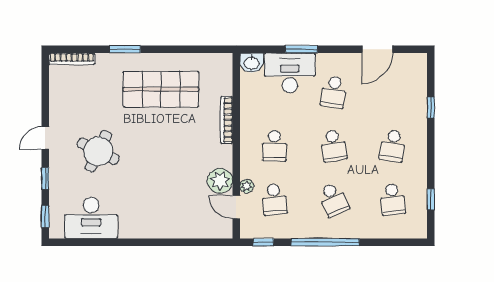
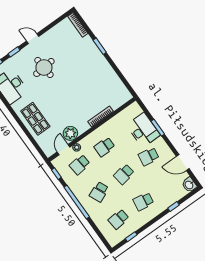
washbasin: (251, 63) -> (189, 185), moved
shop shelf: (161, 89) -> (35, 119), moved, width x0.70, depth x0.74
round table: (98, 151) -> (44, 67), turned -31

